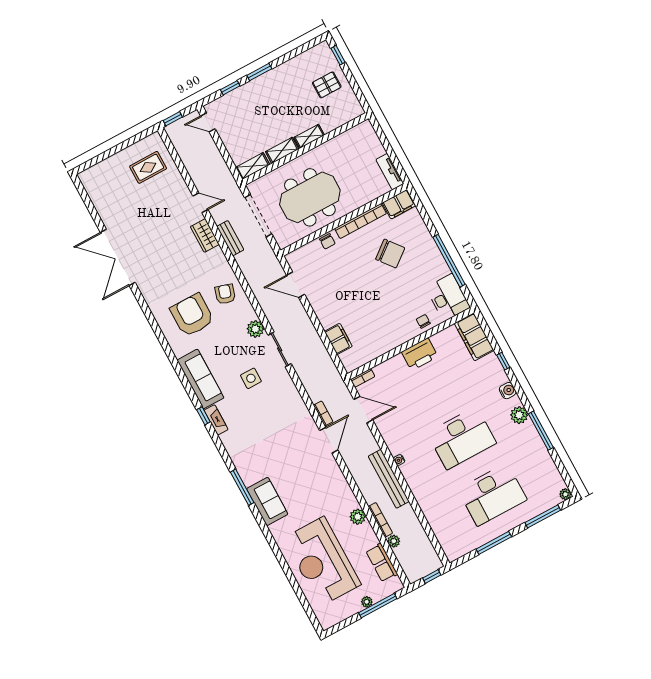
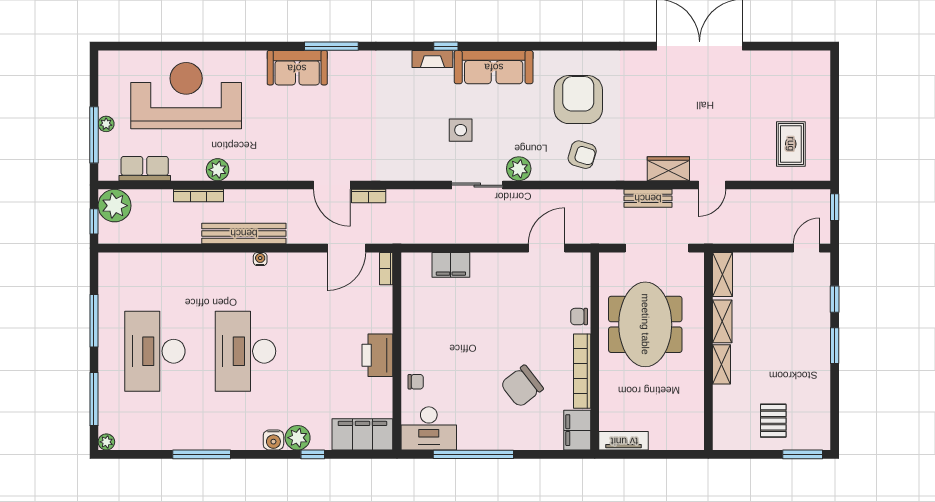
window: (338, 55) -> (803, 454), width x1.50
armchair: (192, 315) -> (578, 100), turned -90
plant: (519, 415) -> (298, 438), moved
plant: (394, 541) -> (115, 206), moved, width x1.87, depth x1.87

